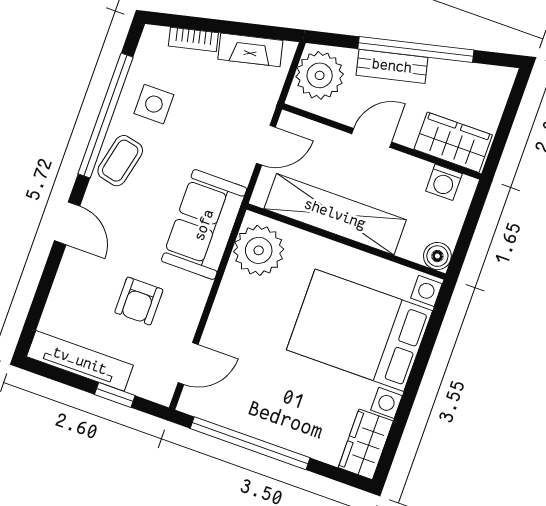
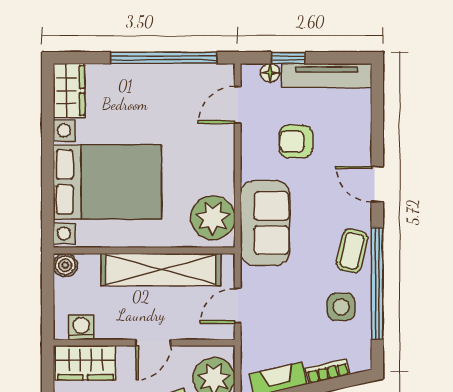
armchair: (139, 301) -> (296, 142), turned -90
floor lamp: (140, 386) -> (270, 73), added

